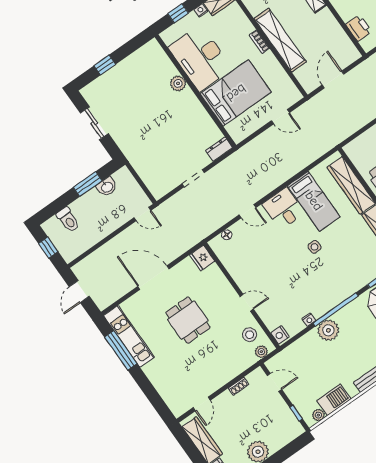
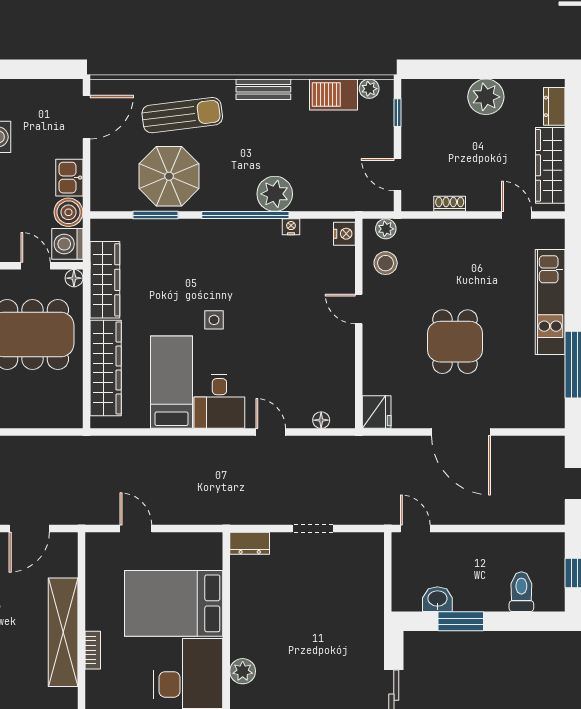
kitchen unit: (129, 336) -> (550, 302), moved
door: (202, 404) -> (517, 215), hinge flipped

